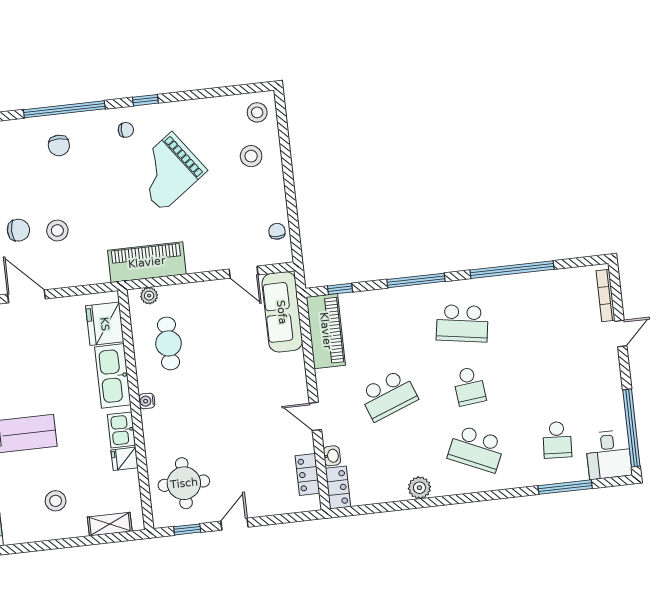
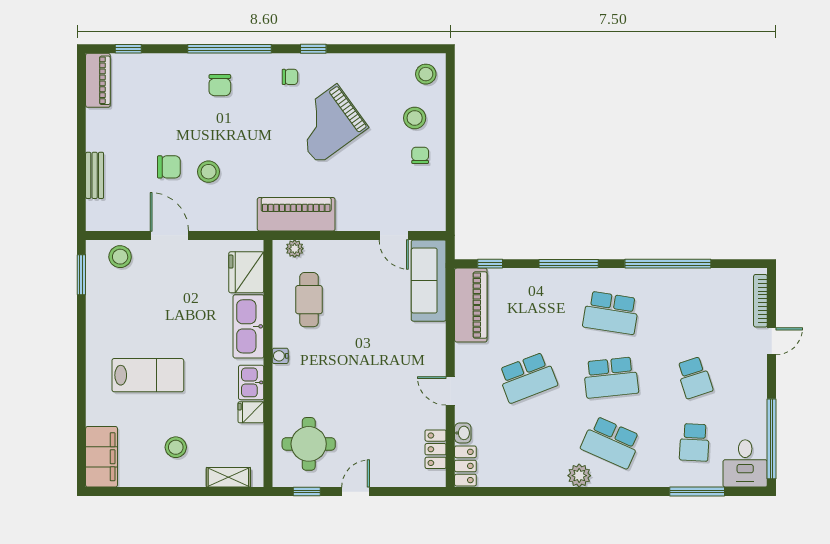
chair: (277, 231) -> (420, 155), moved
school desk: (550, 377) -> (694, 378), added
school desk: (469, 386) -> (611, 378), width x1.85
plant: (419, 488) -> (579, 476), moved

